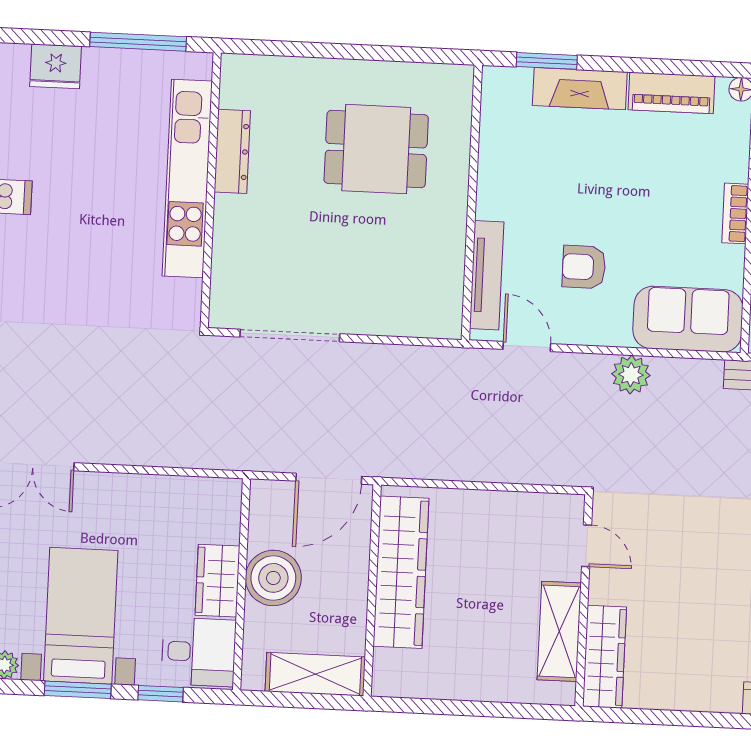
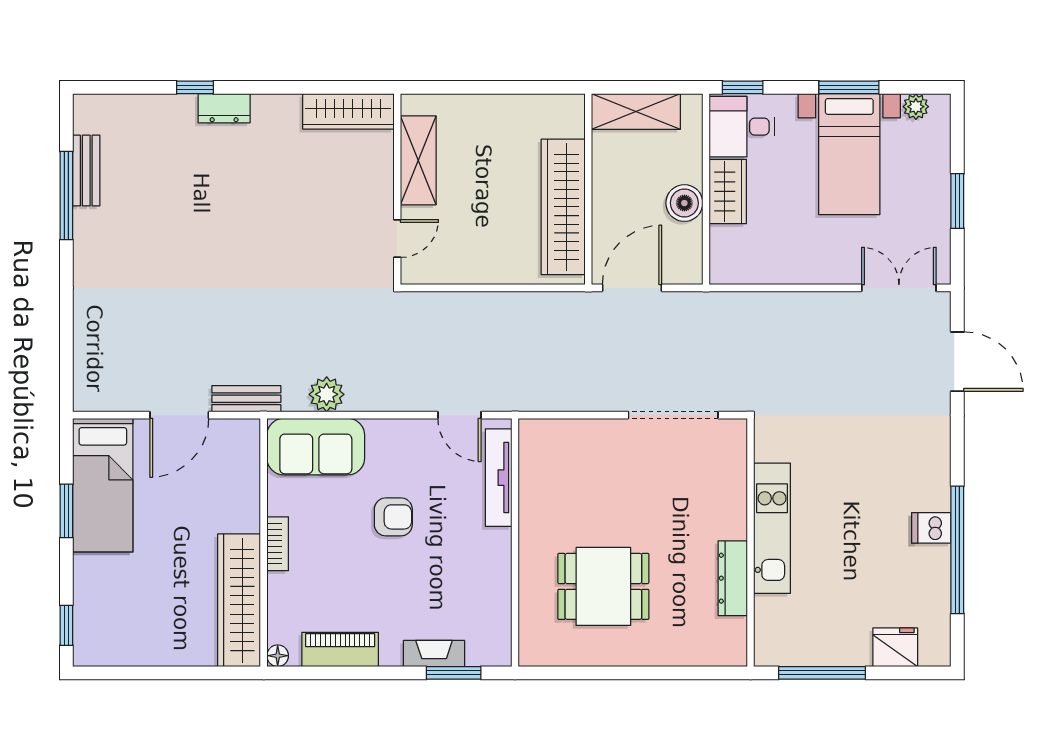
fireplace: (580, 89) -> (434, 653), width x0.73, depth x0.76
kitchen unit: (187, 178) -> (772, 528), width x0.73
armchair: (584, 267) -> (393, 517), moved
plant: (631, 375) -> (327, 394), moved
door: (587, 546) -> (397, 239), swing flipped
boiler: (273, 578) -> (684, 203), width x0.73, depth x0.73
wardrobe: (604, 657) -> (348, 111), moved, turned -90
window: (161, 694) -> (743, 87), moved

